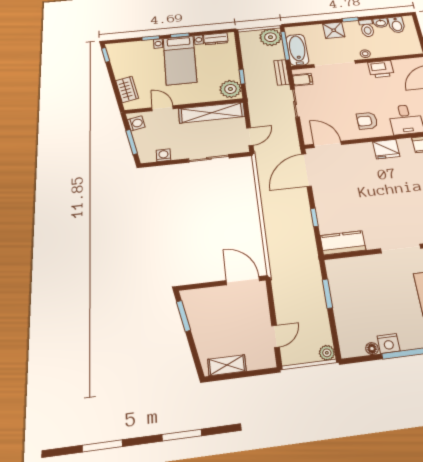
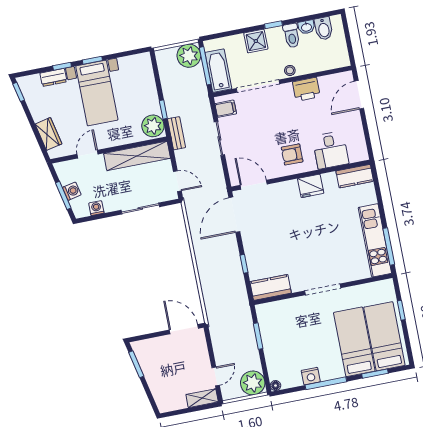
dresser: (216, 39) -> (53, 77), moved
bench: (282, 72) -> (177, 133), moved
door: (163, 108) -> (88, 154), hinge flipped
washing machine: (136, 123) -> (72, 191), moved
door: (250, 137) -> (177, 181), hinge flipped
floor lamp: (372, 349) -> (275, 386), moved
plant: (327, 353) -> (253, 383), width x1.88, depth x1.88
shelving: (227, 365) -> (202, 398), moved

